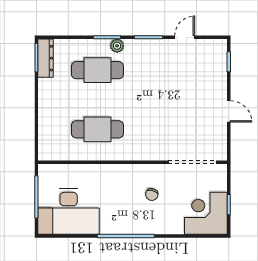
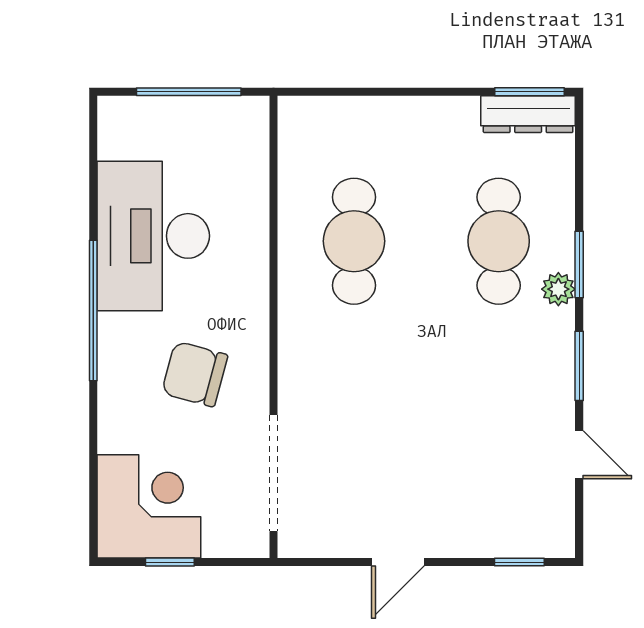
chair: (152, 195) -> (195, 374), width x1.87, depth x1.87
desk: (69, 211) -> (153, 236), moved

